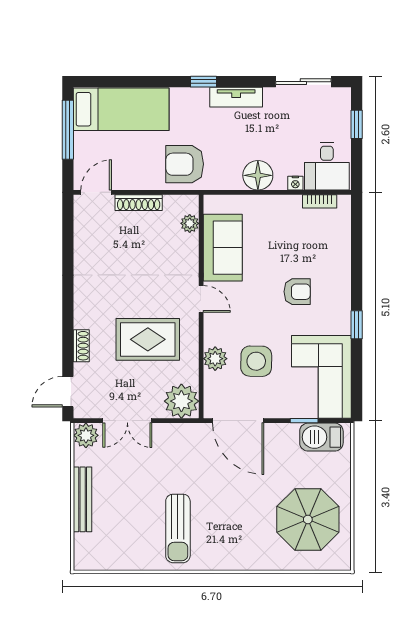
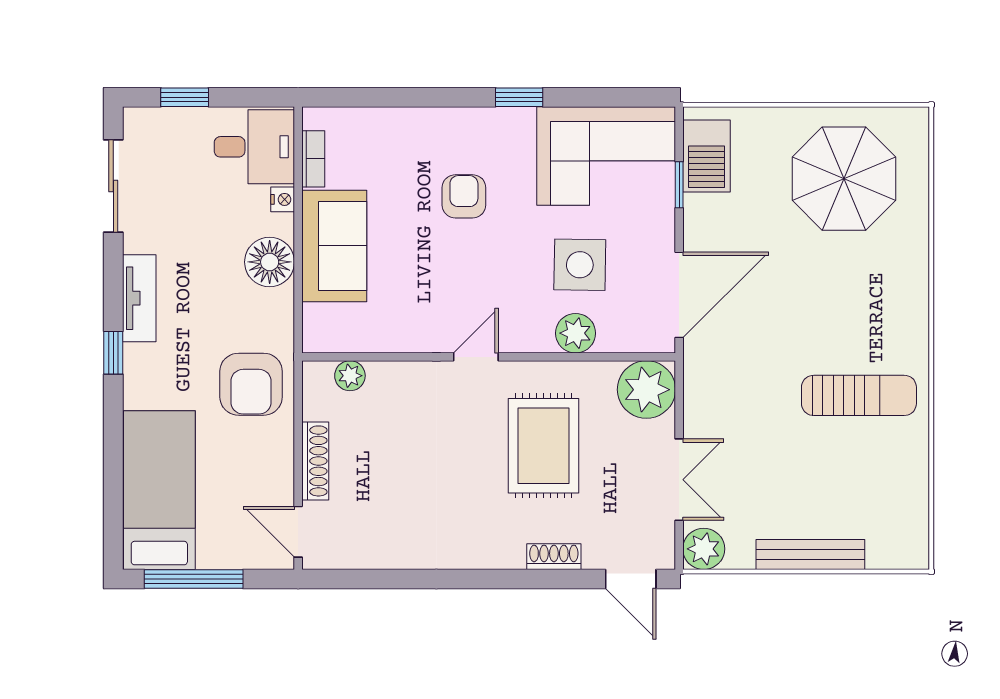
sofa: (223, 248) -> (334, 246), moved, turned 90

